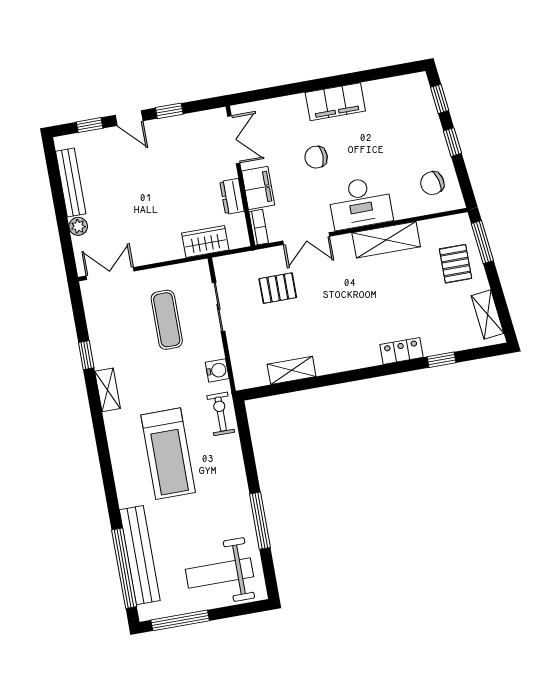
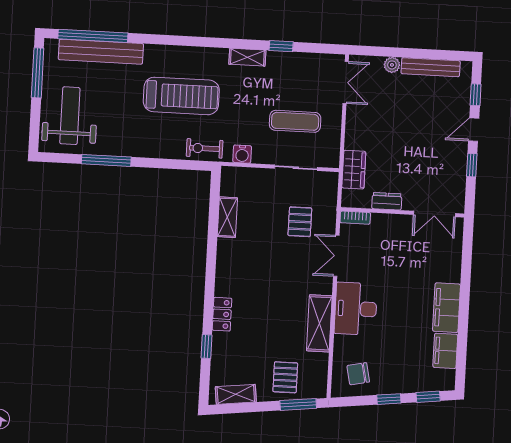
chair: (316, 157) -> (403, 280), removed
chair: (432, 183) -> (358, 374), turned -88
filing cabinet: (258, 188) -> (445, 351), moved, turned 90
pallet: (455, 264) -> (285, 377), turned 90
exercise bike: (221, 414) -> (205, 148), turned 180
treadmill: (168, 454) -> (181, 96), turned 180

